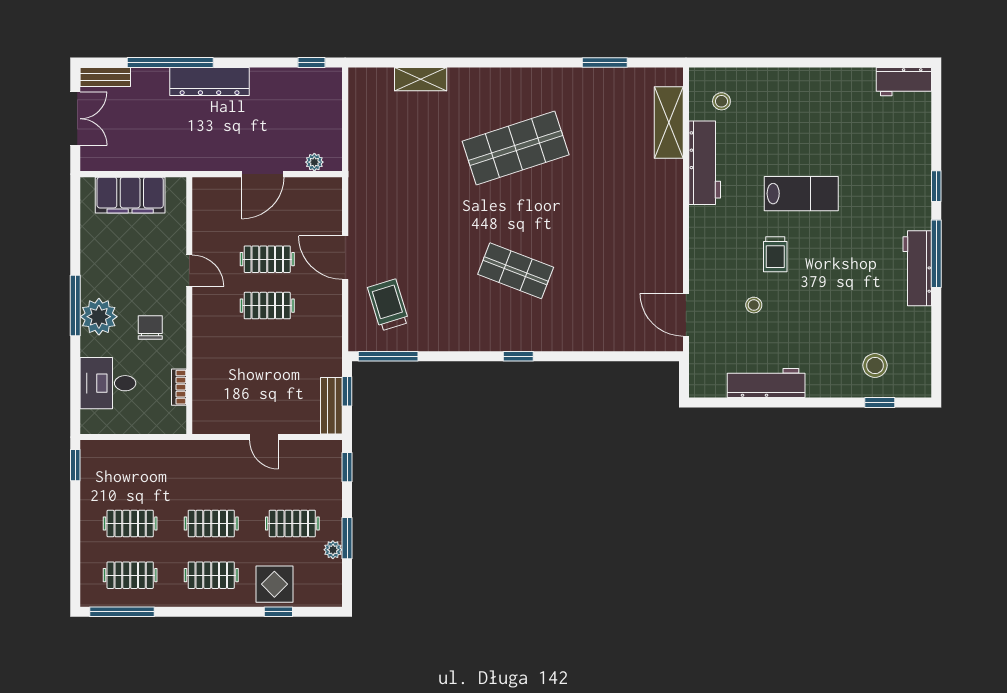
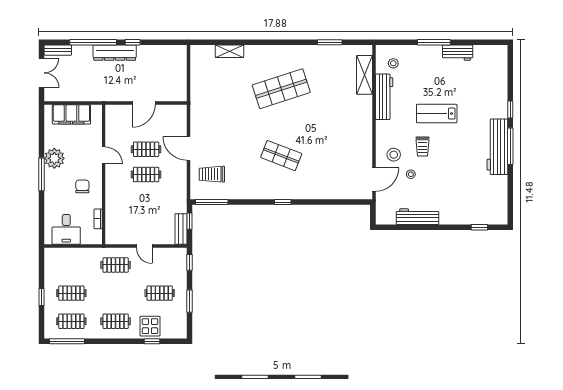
window: (312, 63) -> (133, 42), moved
window: (796, 63) -> (434, 42), added
workbench: (904, 82) -> (458, 53), moved
plant: (314, 162) -> (172, 96), removed
lab bench: (801, 194) -> (437, 114), turned 180
workbench: (917, 268) -> (497, 147), width x1.36, depth x1.32
trolley: (388, 305) -> (212, 174), turned -73
door: (686, 315) -> (374, 180), swing flipped
plant: (99, 317) -> (54, 158), moved
stool: (875, 365) -> (394, 155), moved
desk: (108, 383) -> (66, 229), moved, turned -90
window: (75, 465) -> (42, 297), moved
clothes rail: (211, 523) -> (116, 265), moved
plant: (333, 550) -> (182, 307), removed

